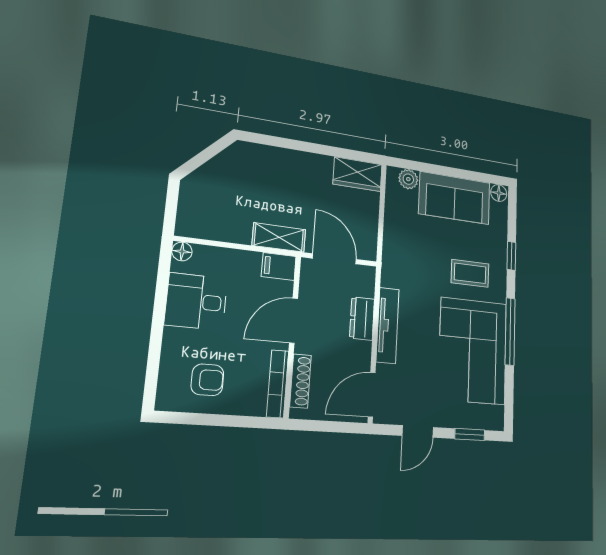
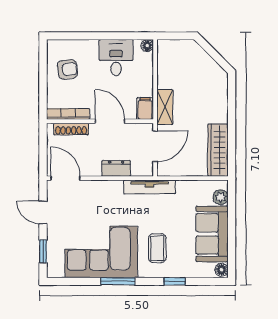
wardrobe: (358, 174) -> (218, 150), width x1.50
tv unit: (388, 325) -> (150, 187), moved
window: (510, 331) -> (118, 281), width x0.69
armchair: (207, 380) -> (67, 69), turned -96

